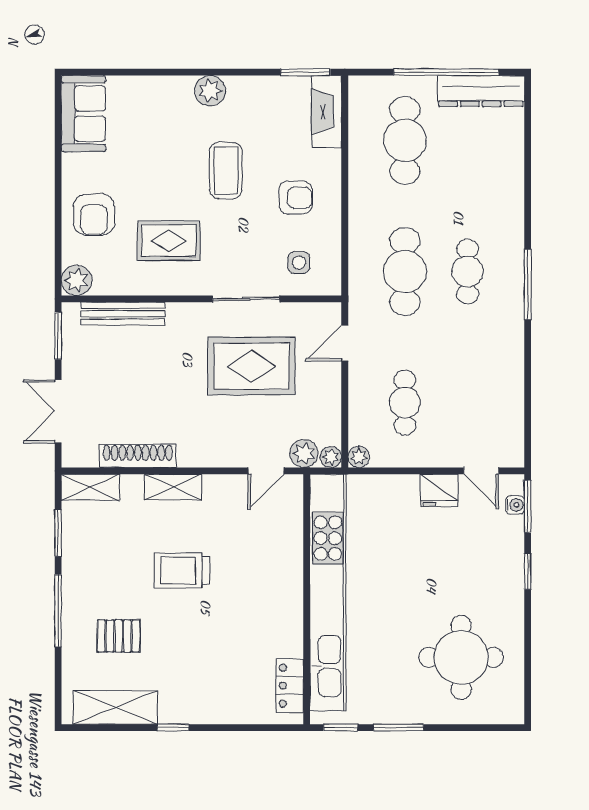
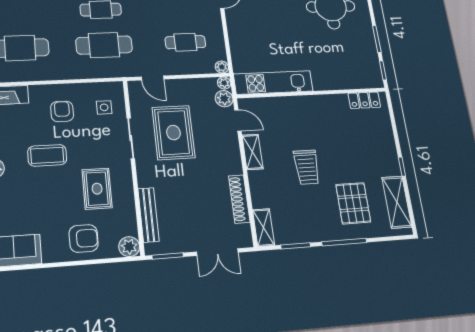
shelving: (173, 487) -> (252, 152), moved
fridge: (439, 490) -> (236, 21), removed
kitchen unit: (328, 593) -> (273, 83), width x0.54
pallet: (119, 636) -> (353, 203), width x1.50, depth x1.42

